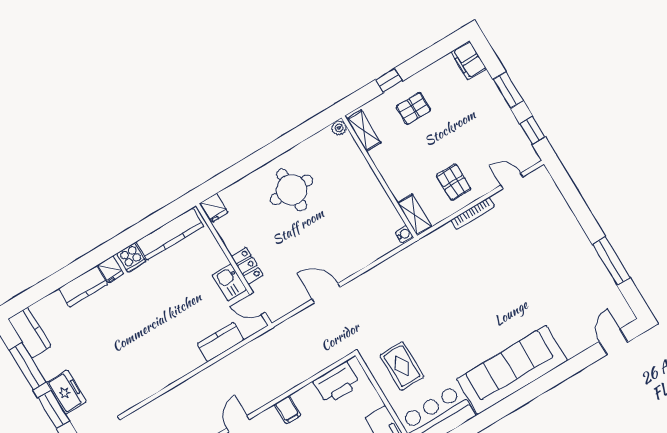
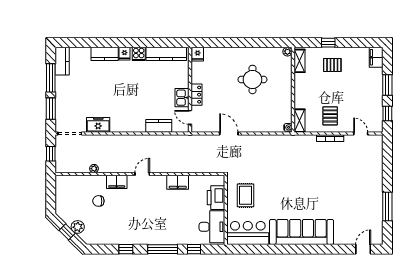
round table: (292, 190) -> (252, 79), moved
printer: (337, 383) -> (216, 198), moved, turned 90
freezer: (66, 392) -> (98, 125), moved, turned -90
filing cabinet: (288, 410) -> (178, 182), width x2.00

